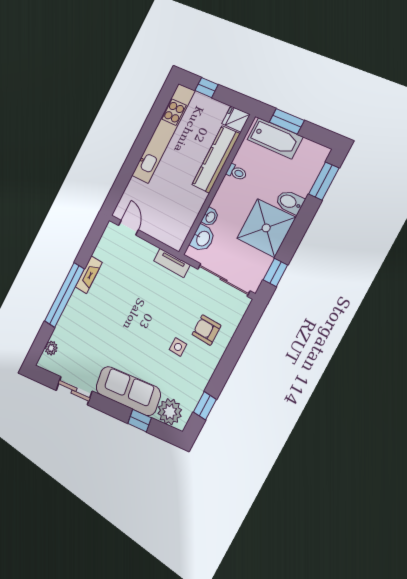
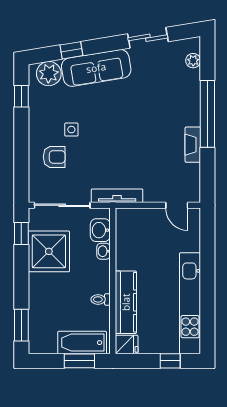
bidet: (290, 202) -> (40, 296), removed
shower: (266, 228) -> (49, 251), moved
tv unit: (172, 263) -> (117, 196), width x1.41

